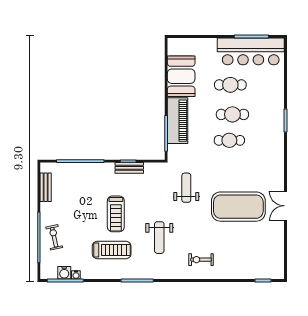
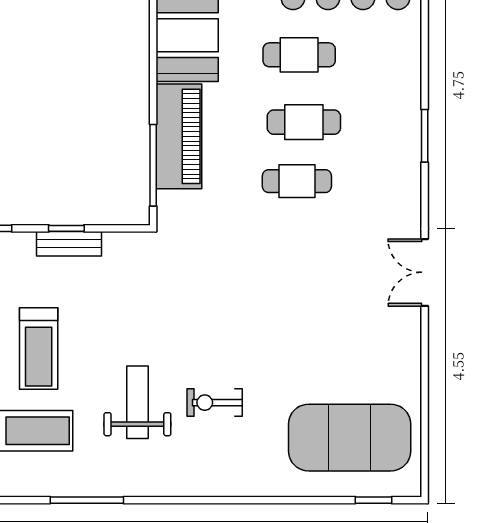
weight bench: (186, 188) -> (199, 289), removed
double door: (286, 206) -> (425, 272), moved
exercise mat: (238, 207) -> (350, 438), moved
weight bench: (159, 238) -> (137, 402), turned 180
exercise bike: (201, 260) -> (215, 403), moved

